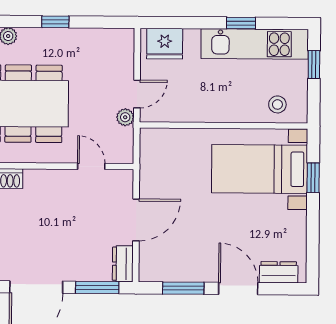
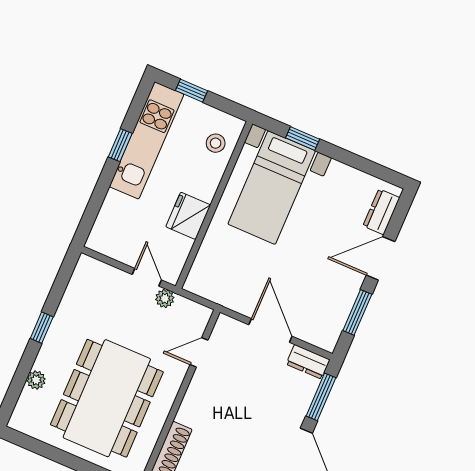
fridge: (165, 44) -> (188, 216), moved, turned 180

